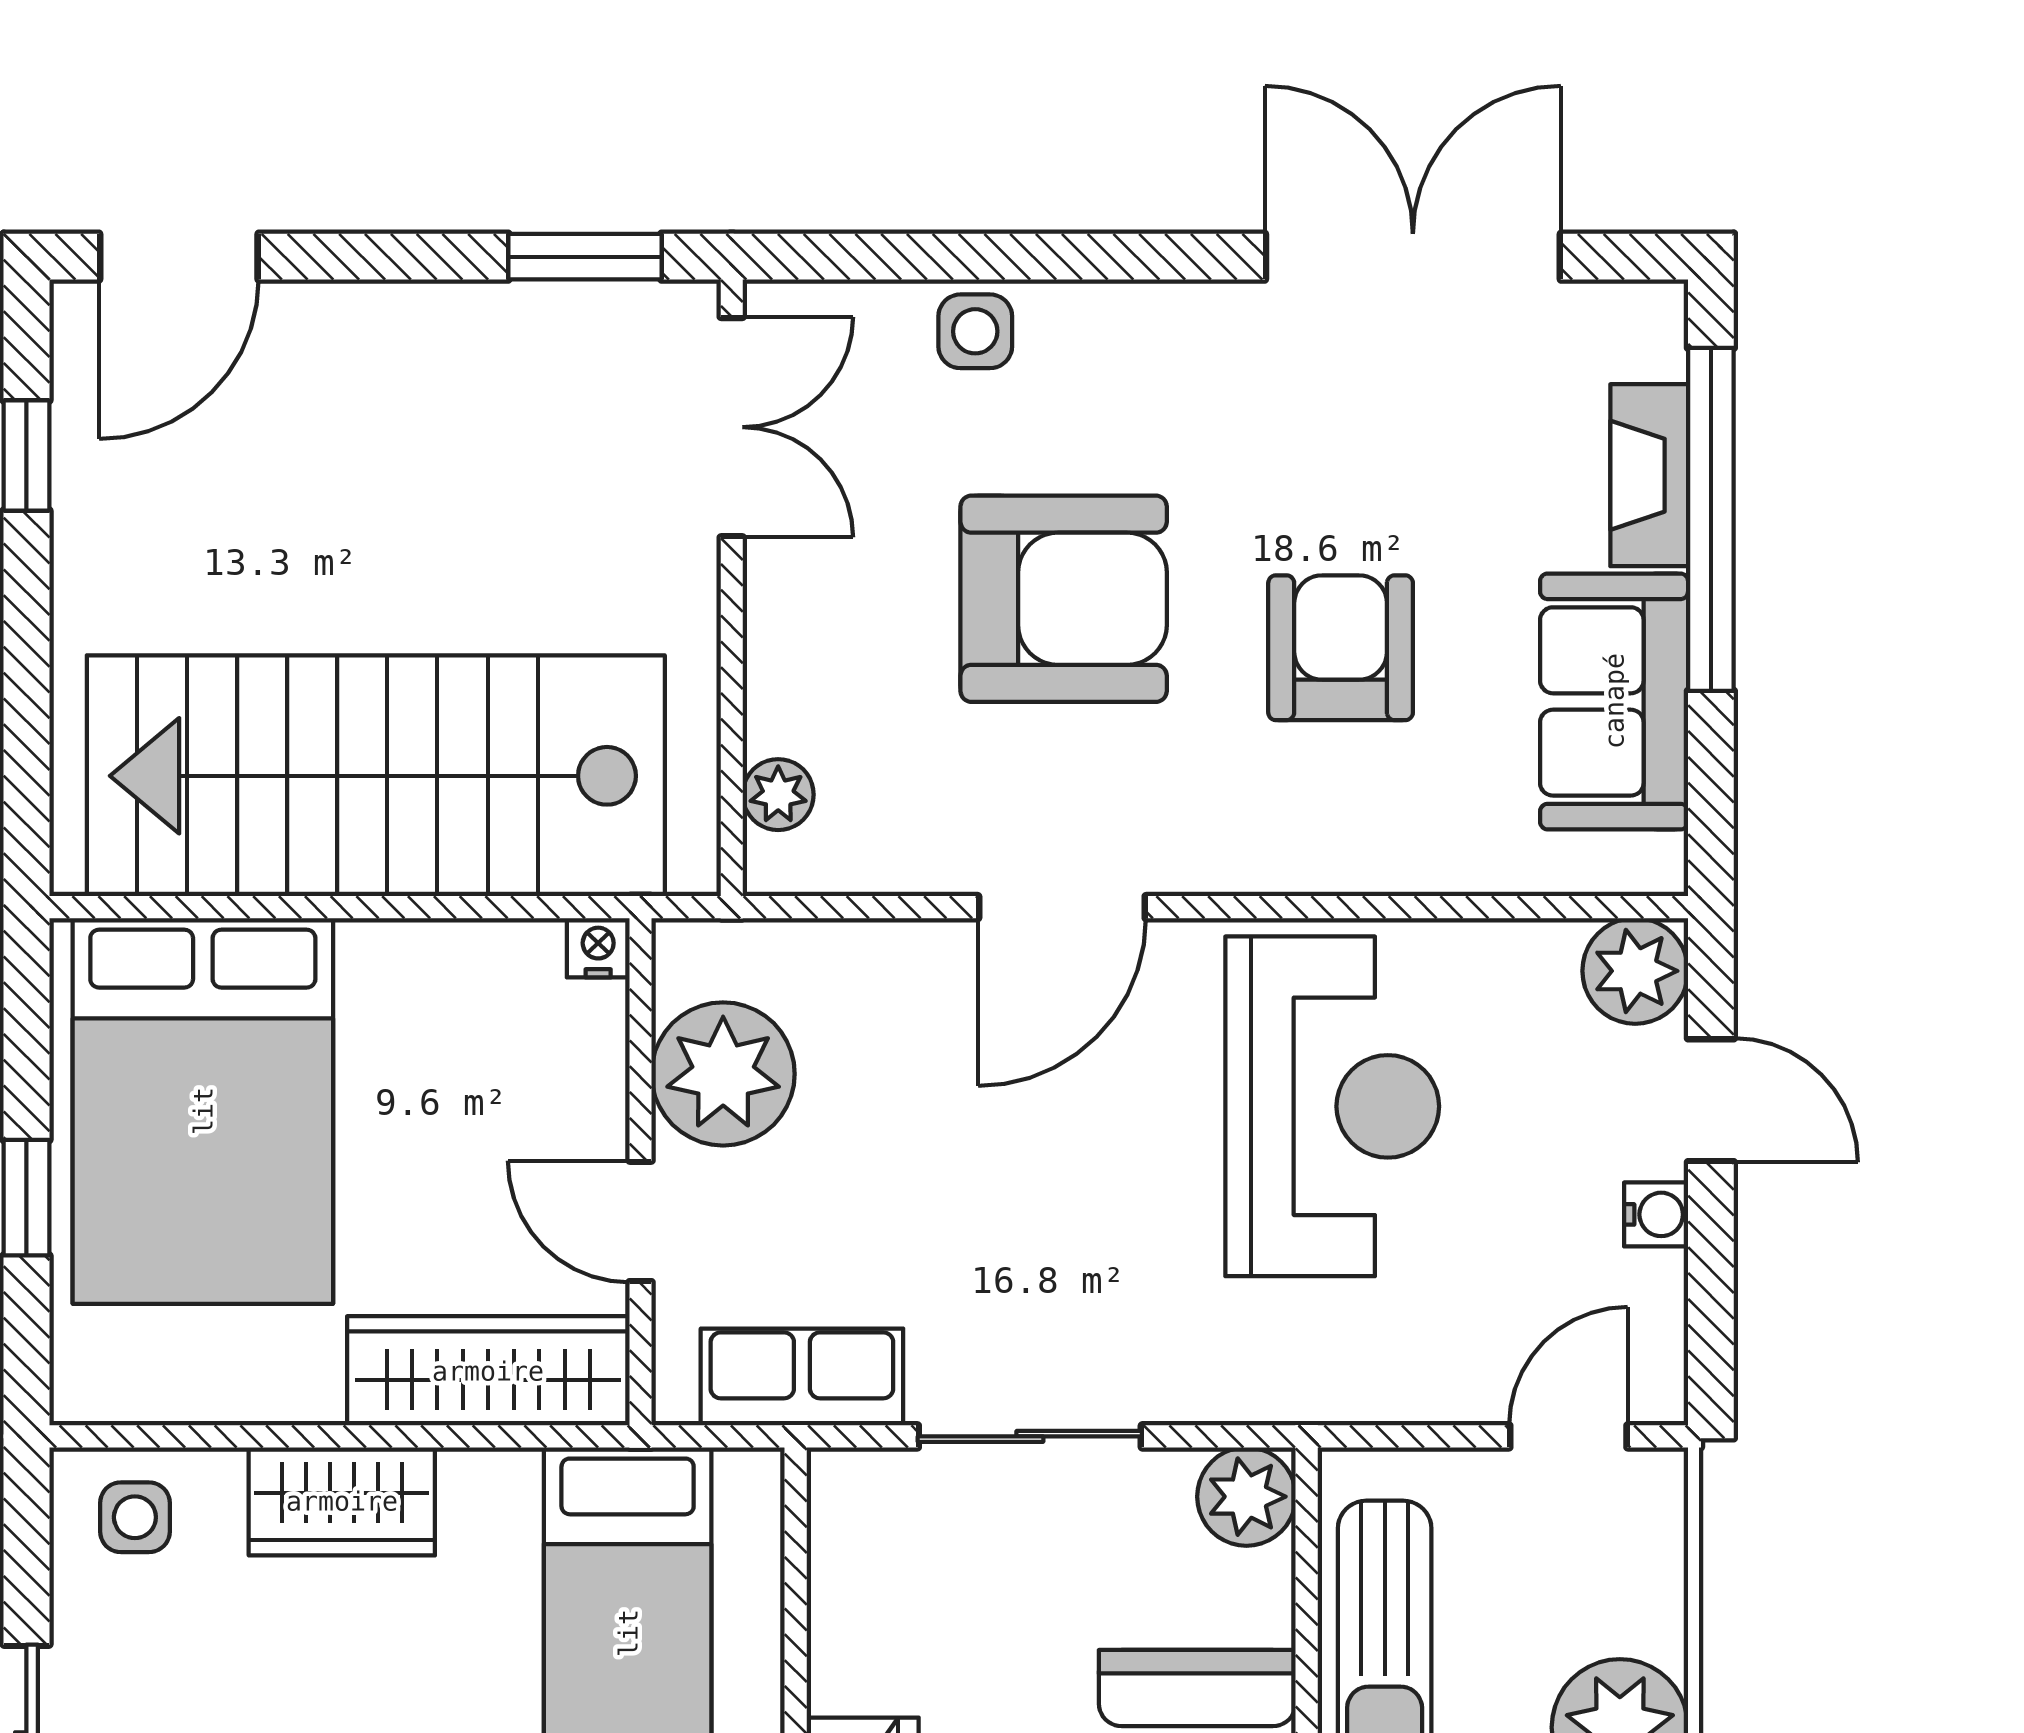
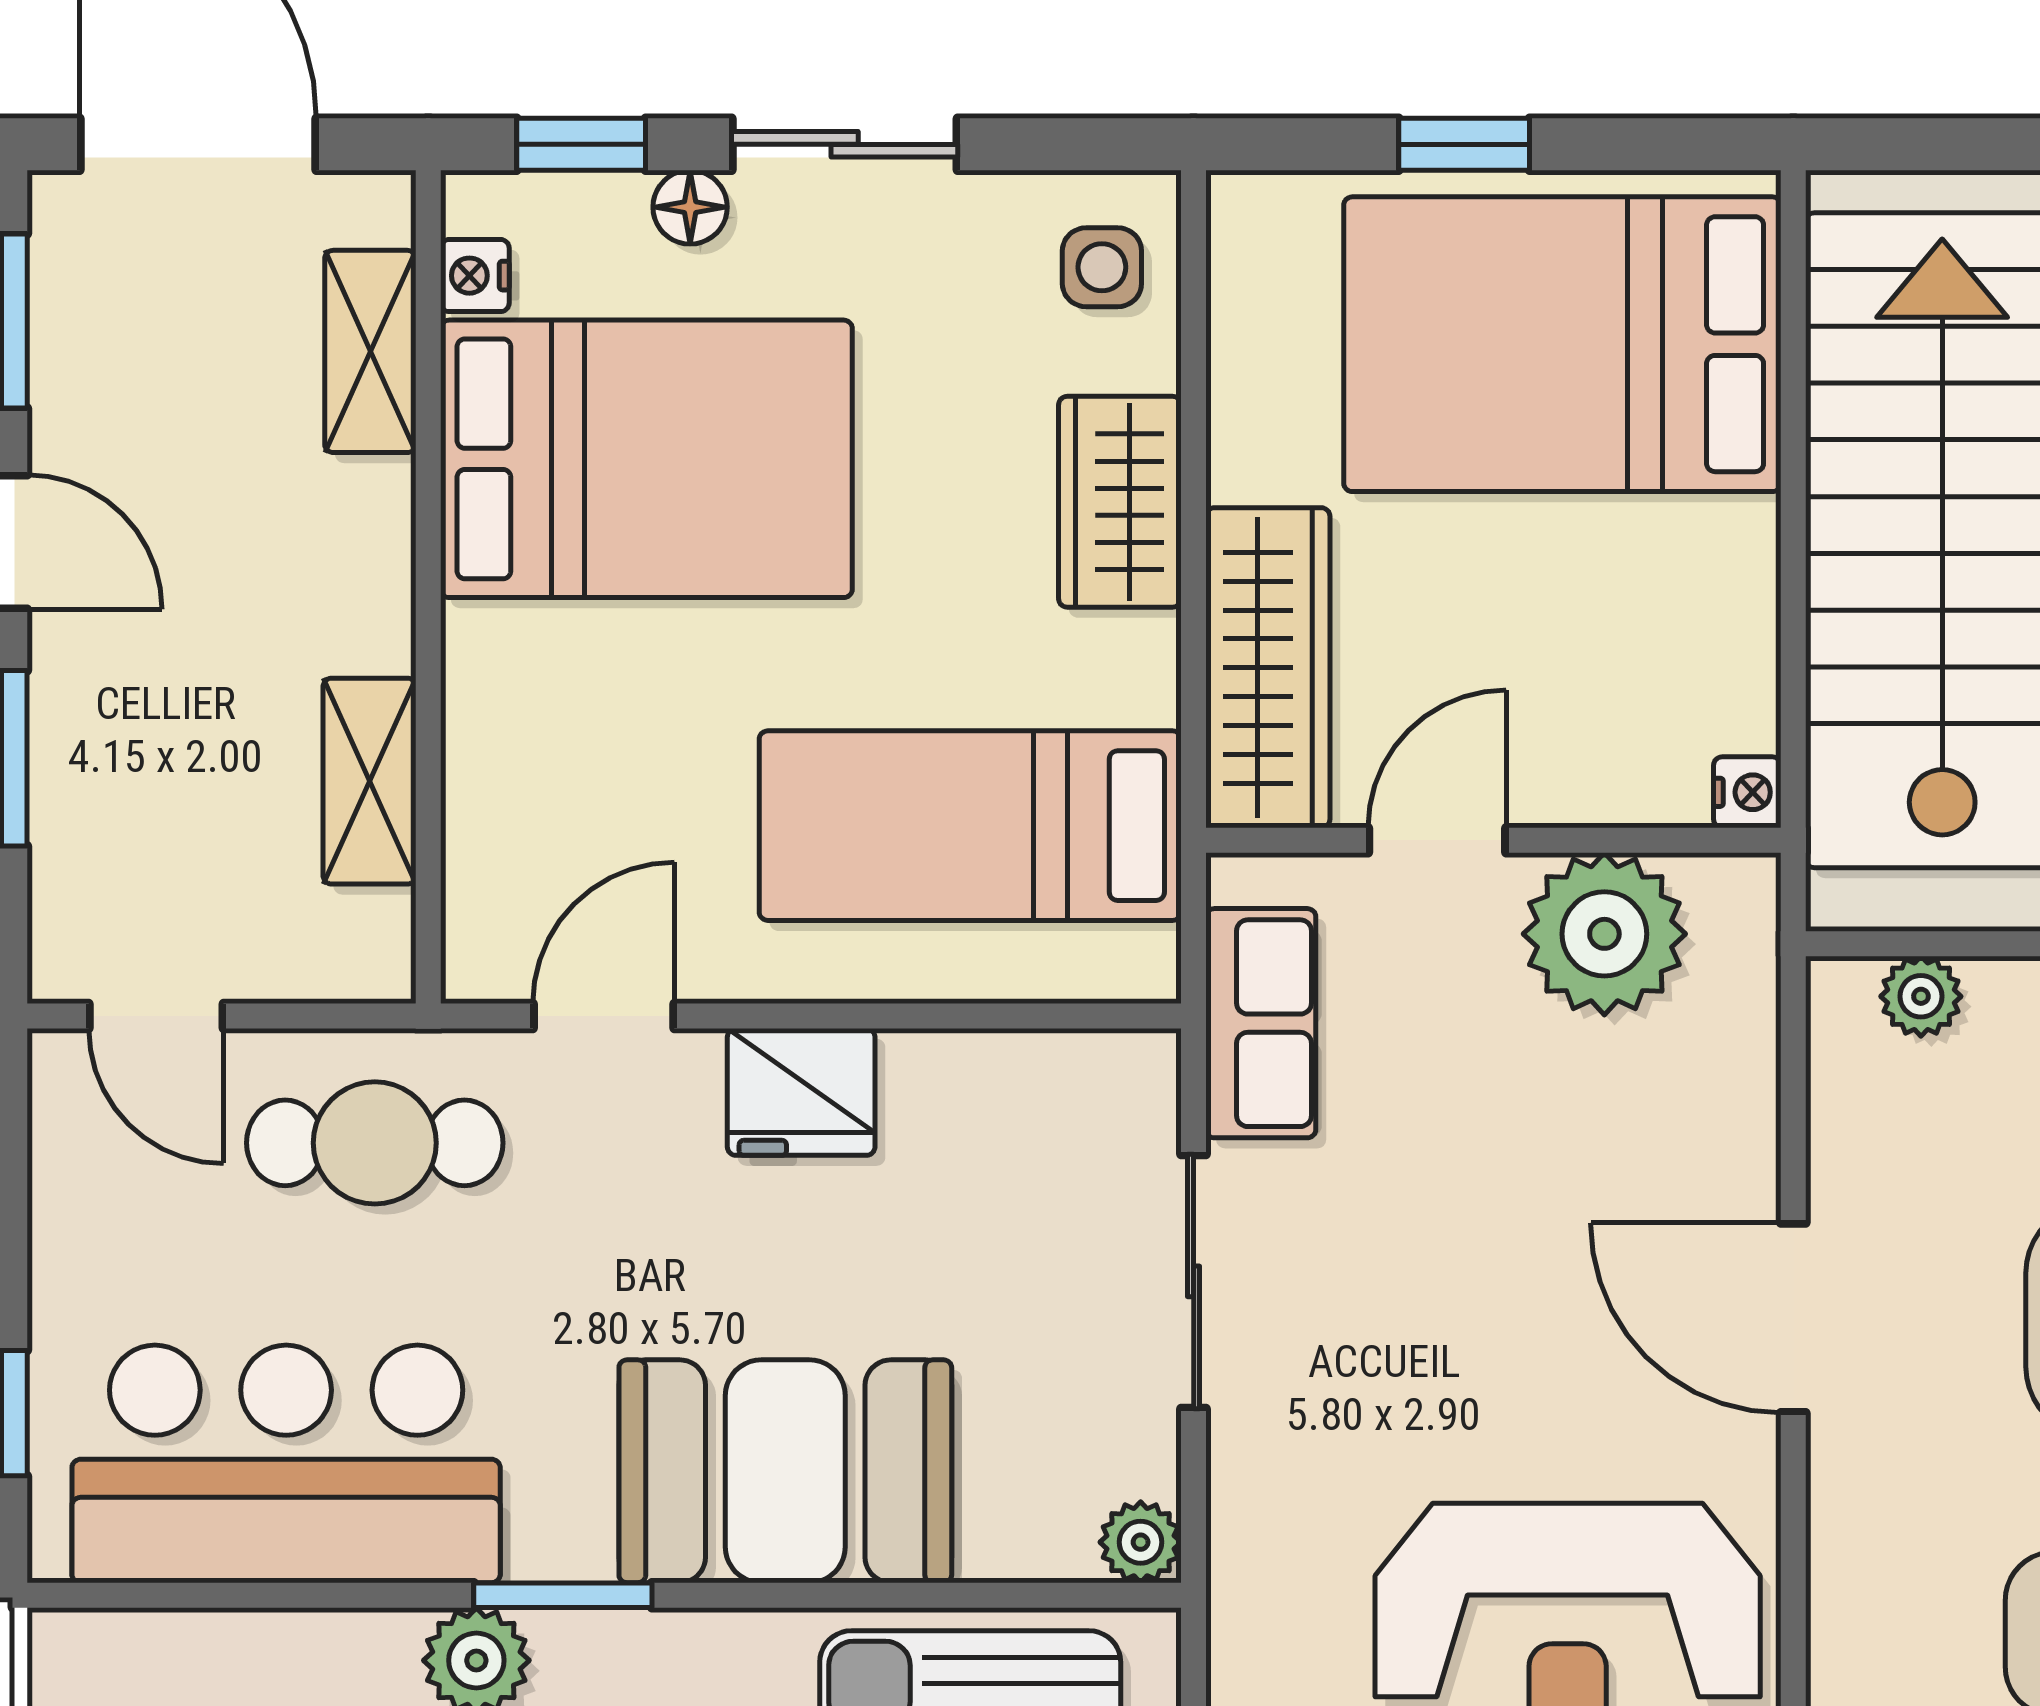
plant: (1246, 1497) -> (1141, 1542), width x0.73, depth x0.73

